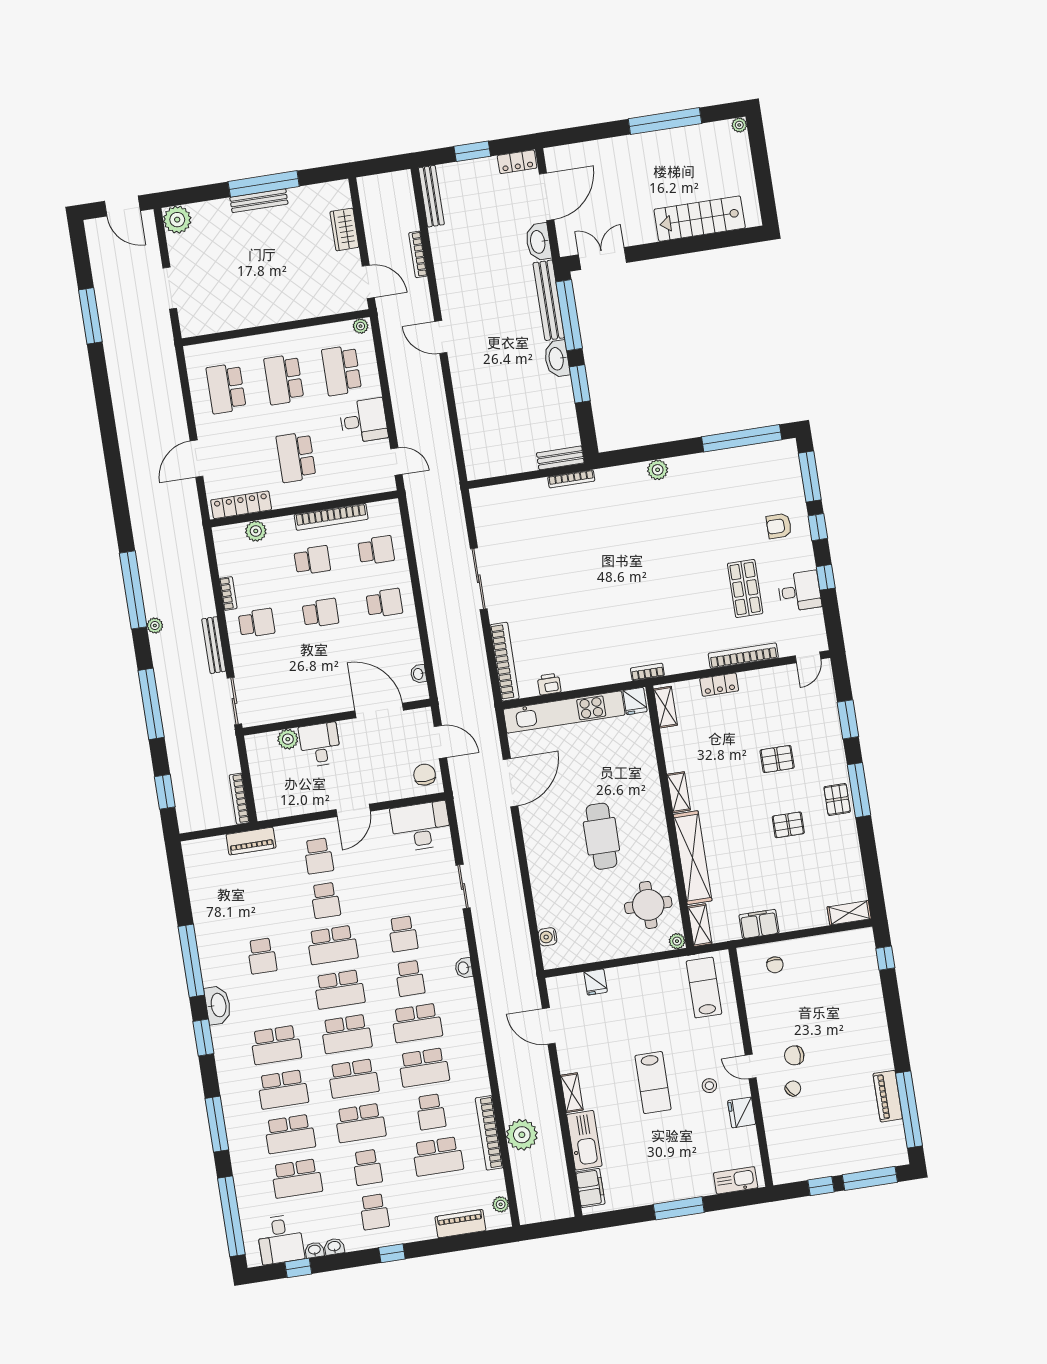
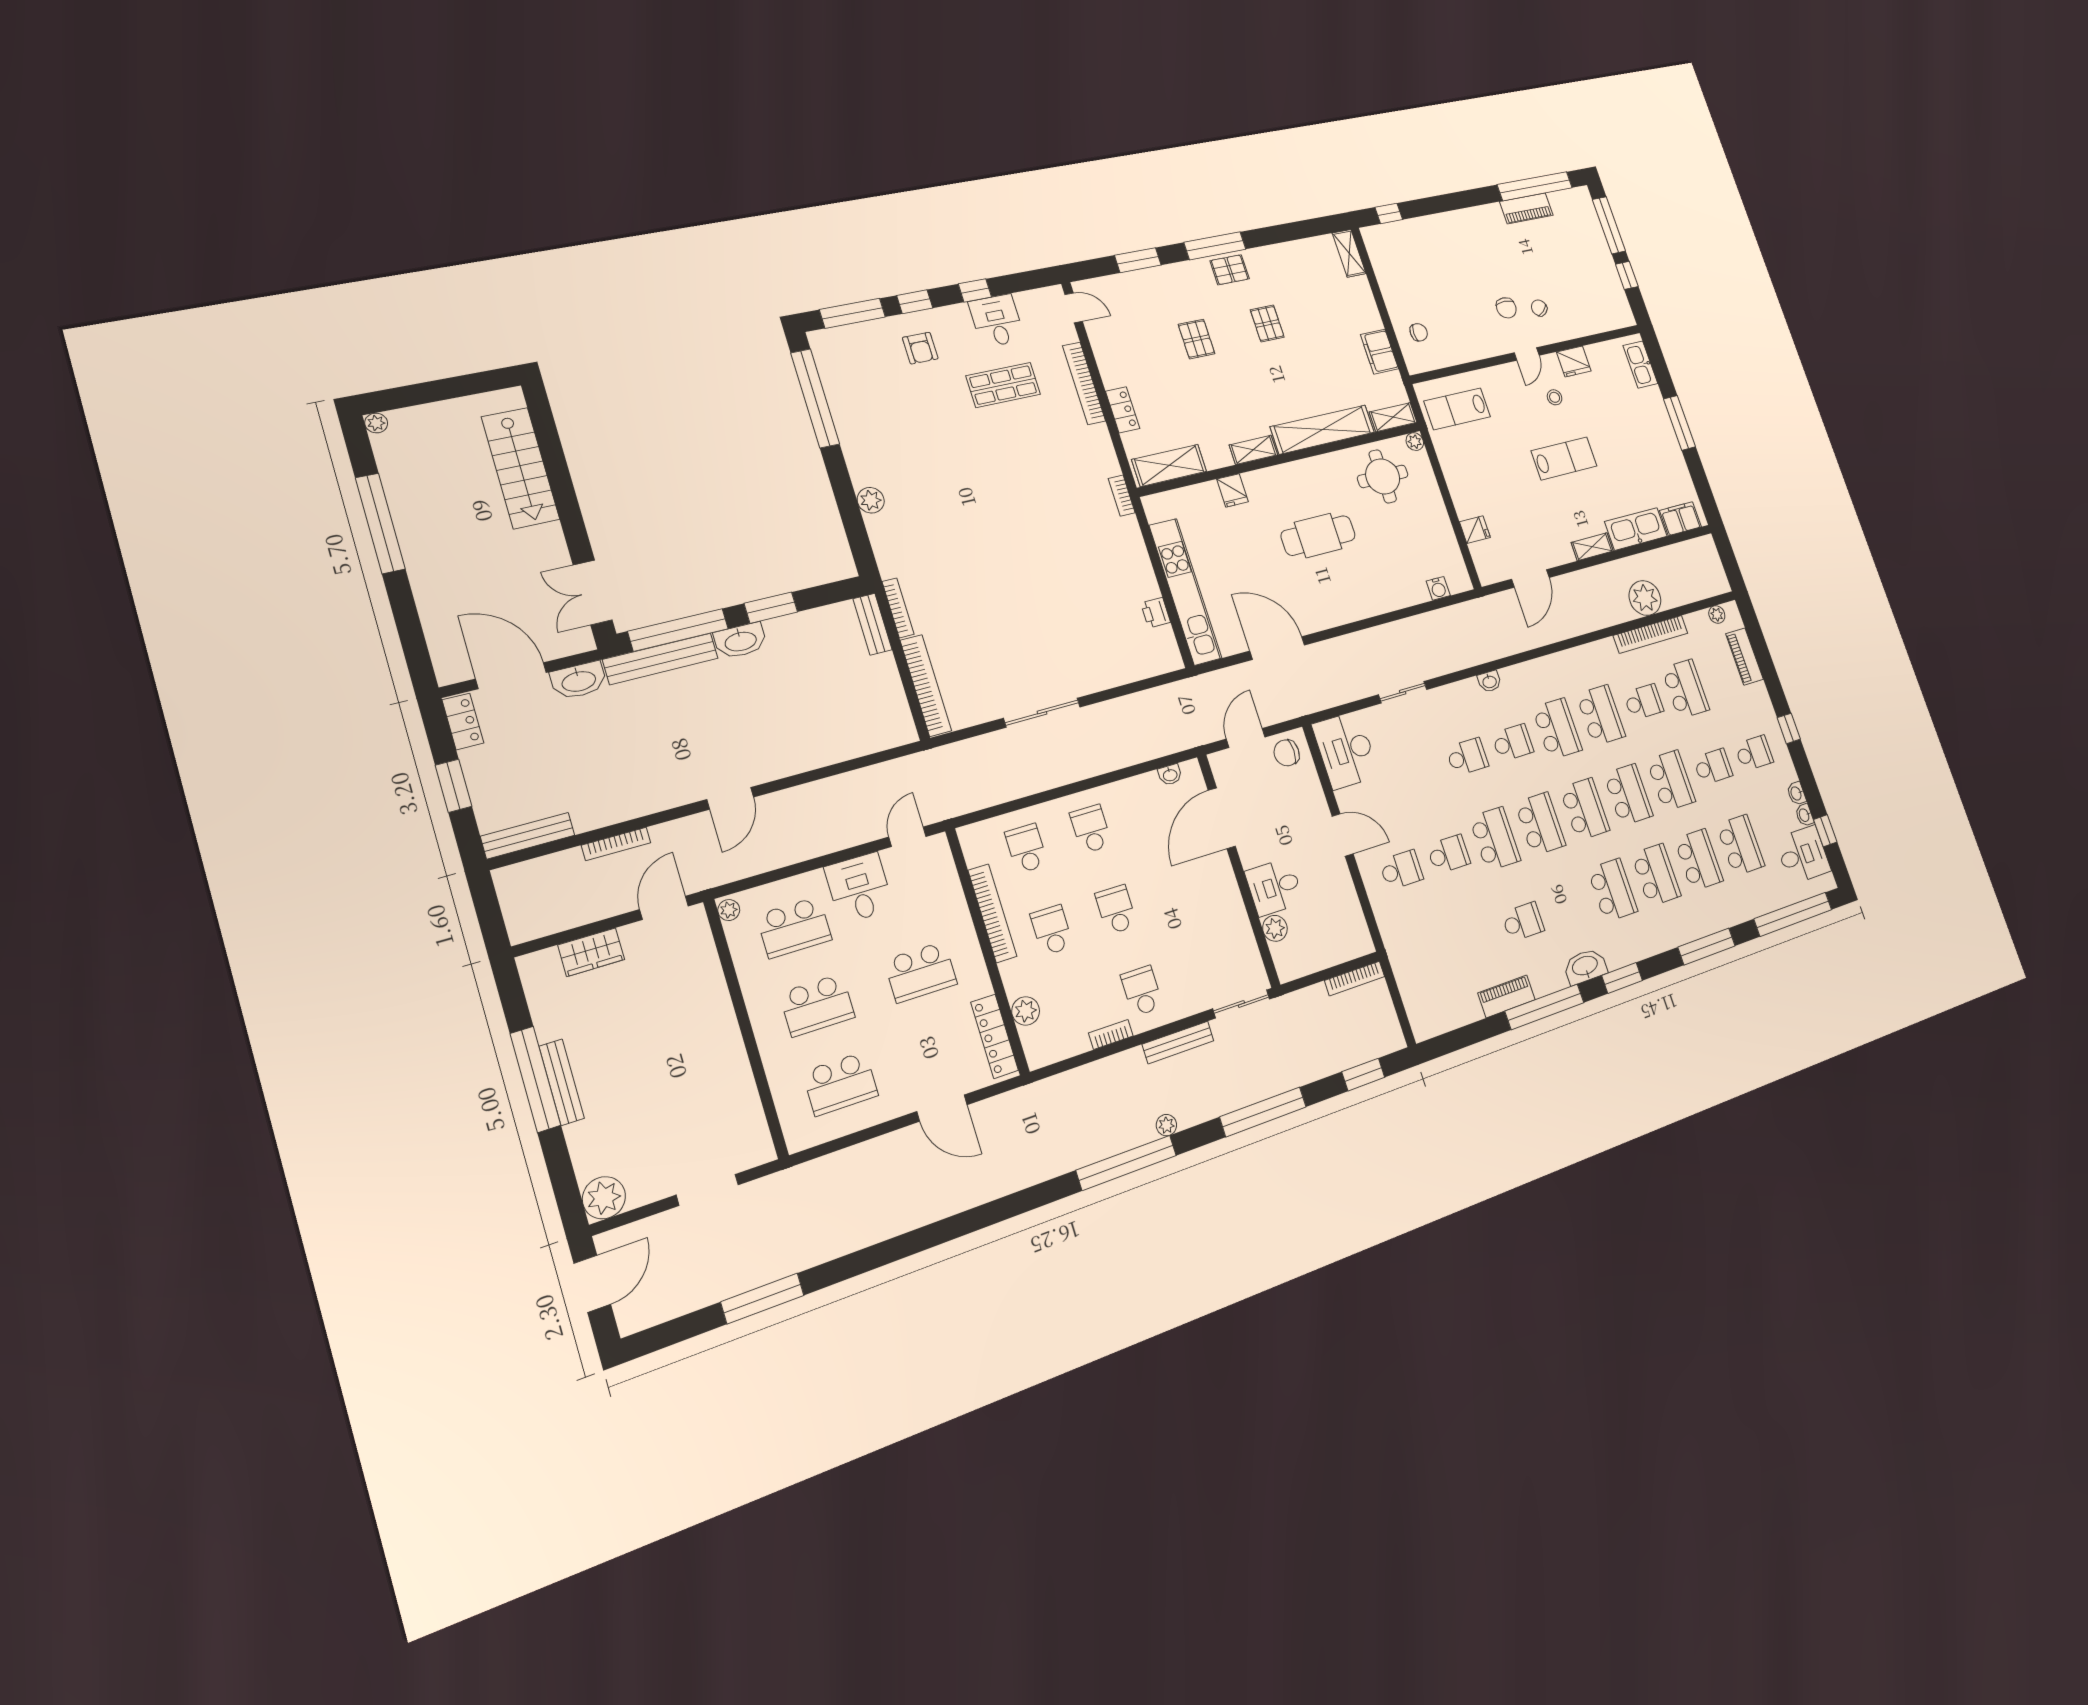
bookcase: (505, 662) -> (926, 685), moved, turned 90
fridge: (635, 701) -> (1233, 490), moved, turned 90
shelving: (665, 707) -> (1169, 465), width x1.50, depth x1.33
piano: (251, 841) -> (1506, 996), moved, turned -90

